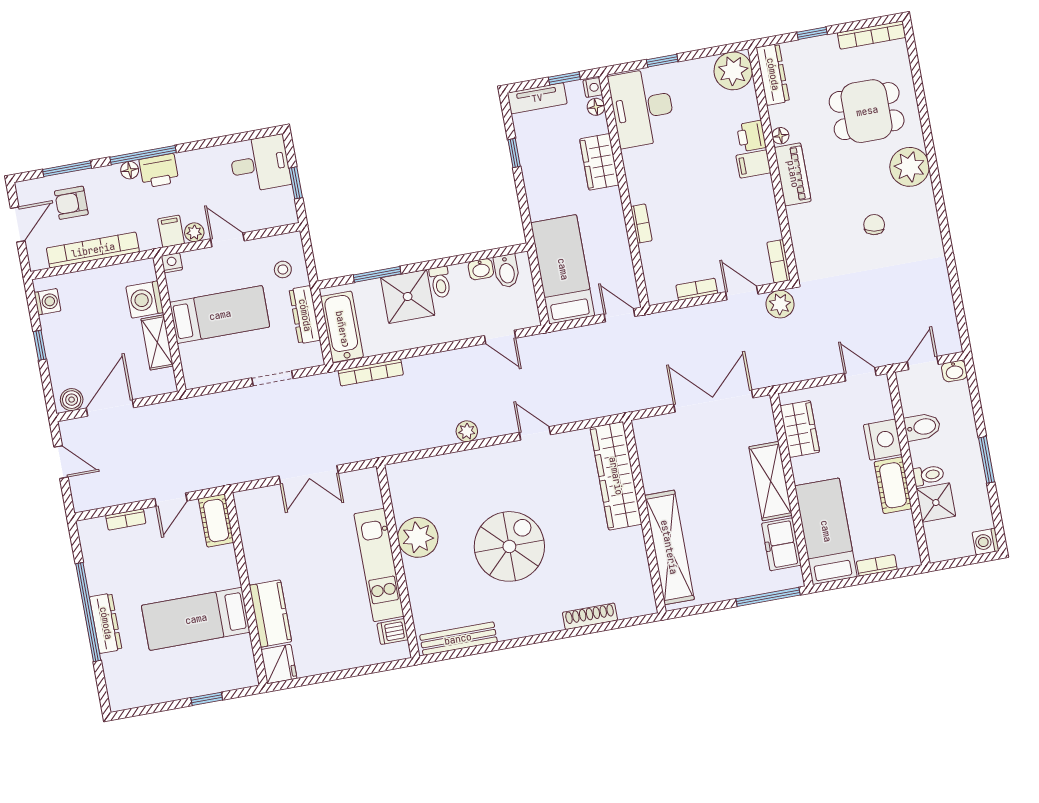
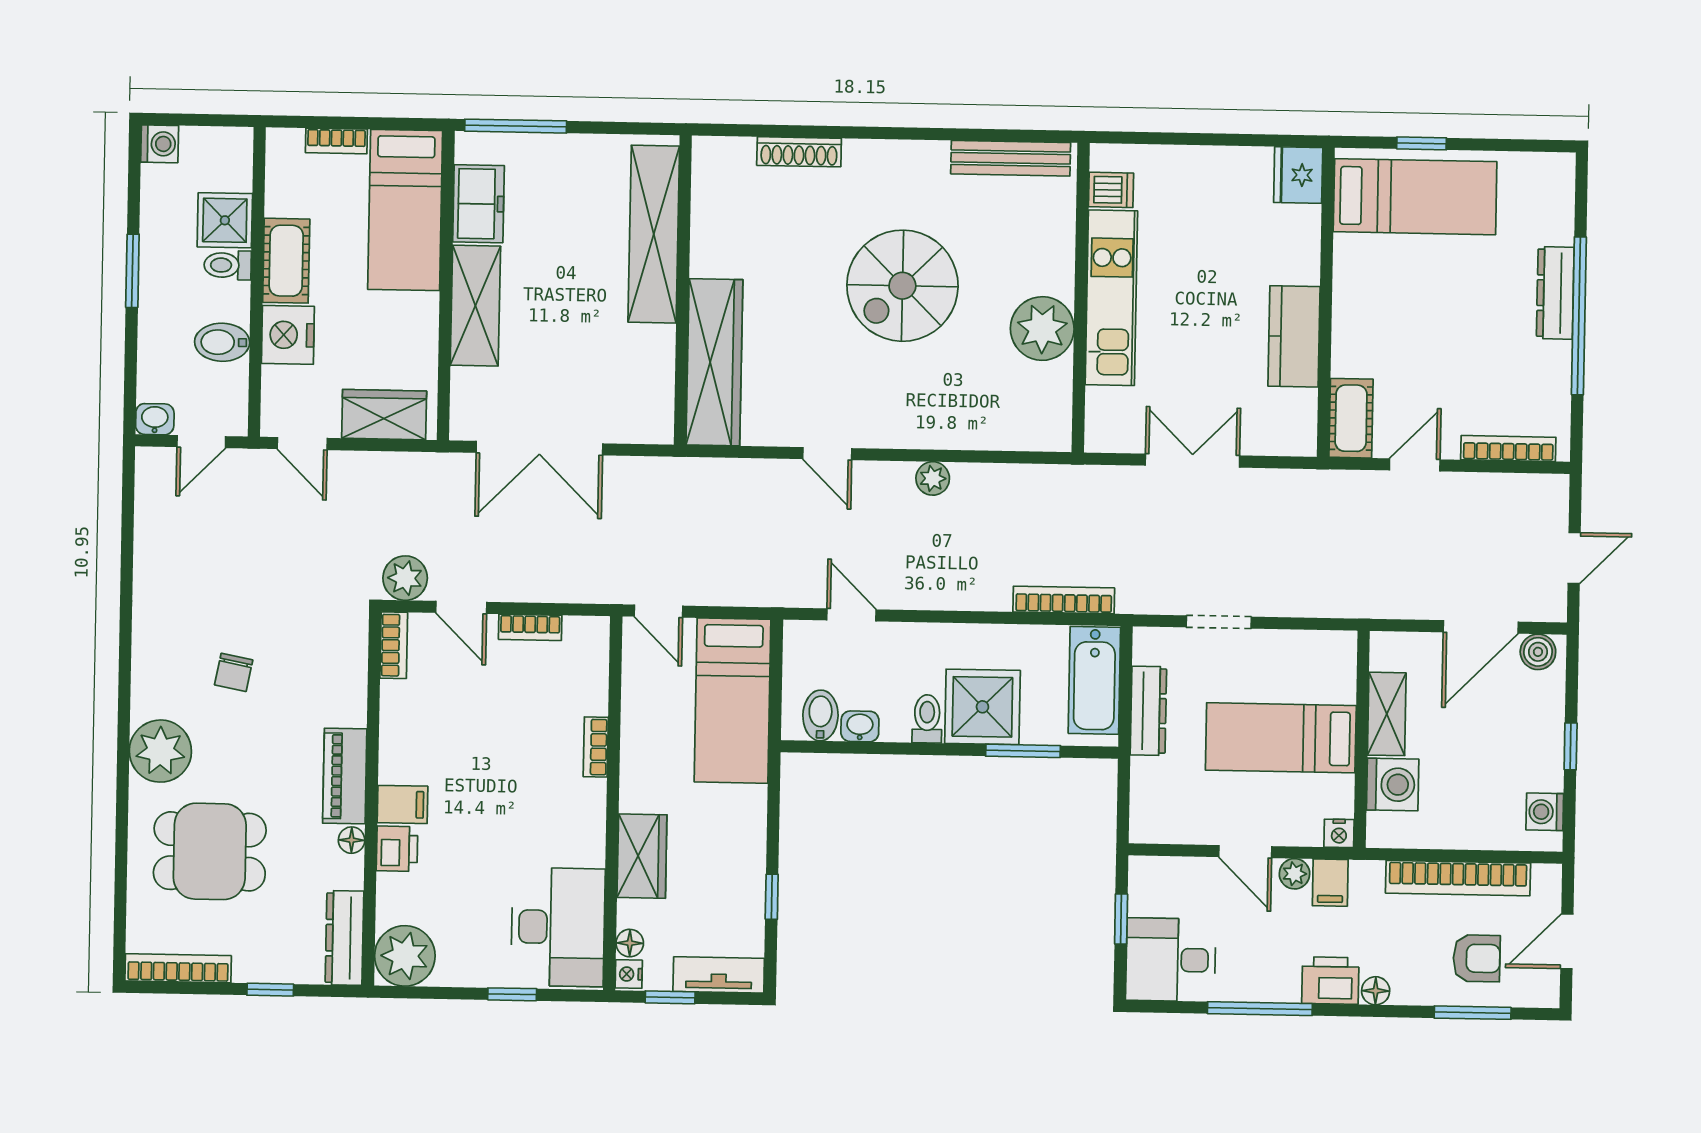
window: (143, 155) -> (1260, 1009), moved
stool: (283, 269) -> (1168, 788), removed
wardrobe: (800, 429) -> (384, 415), moved, turned 90
door: (61, 462) -> (1574, 558), swing flipped
bookcase: (126, 519) -> (1508, 449), width x1.56
kitchen counter: (270, 614) -> (1294, 336), moved
bed: (196, 619) -> (1415, 197), moved

